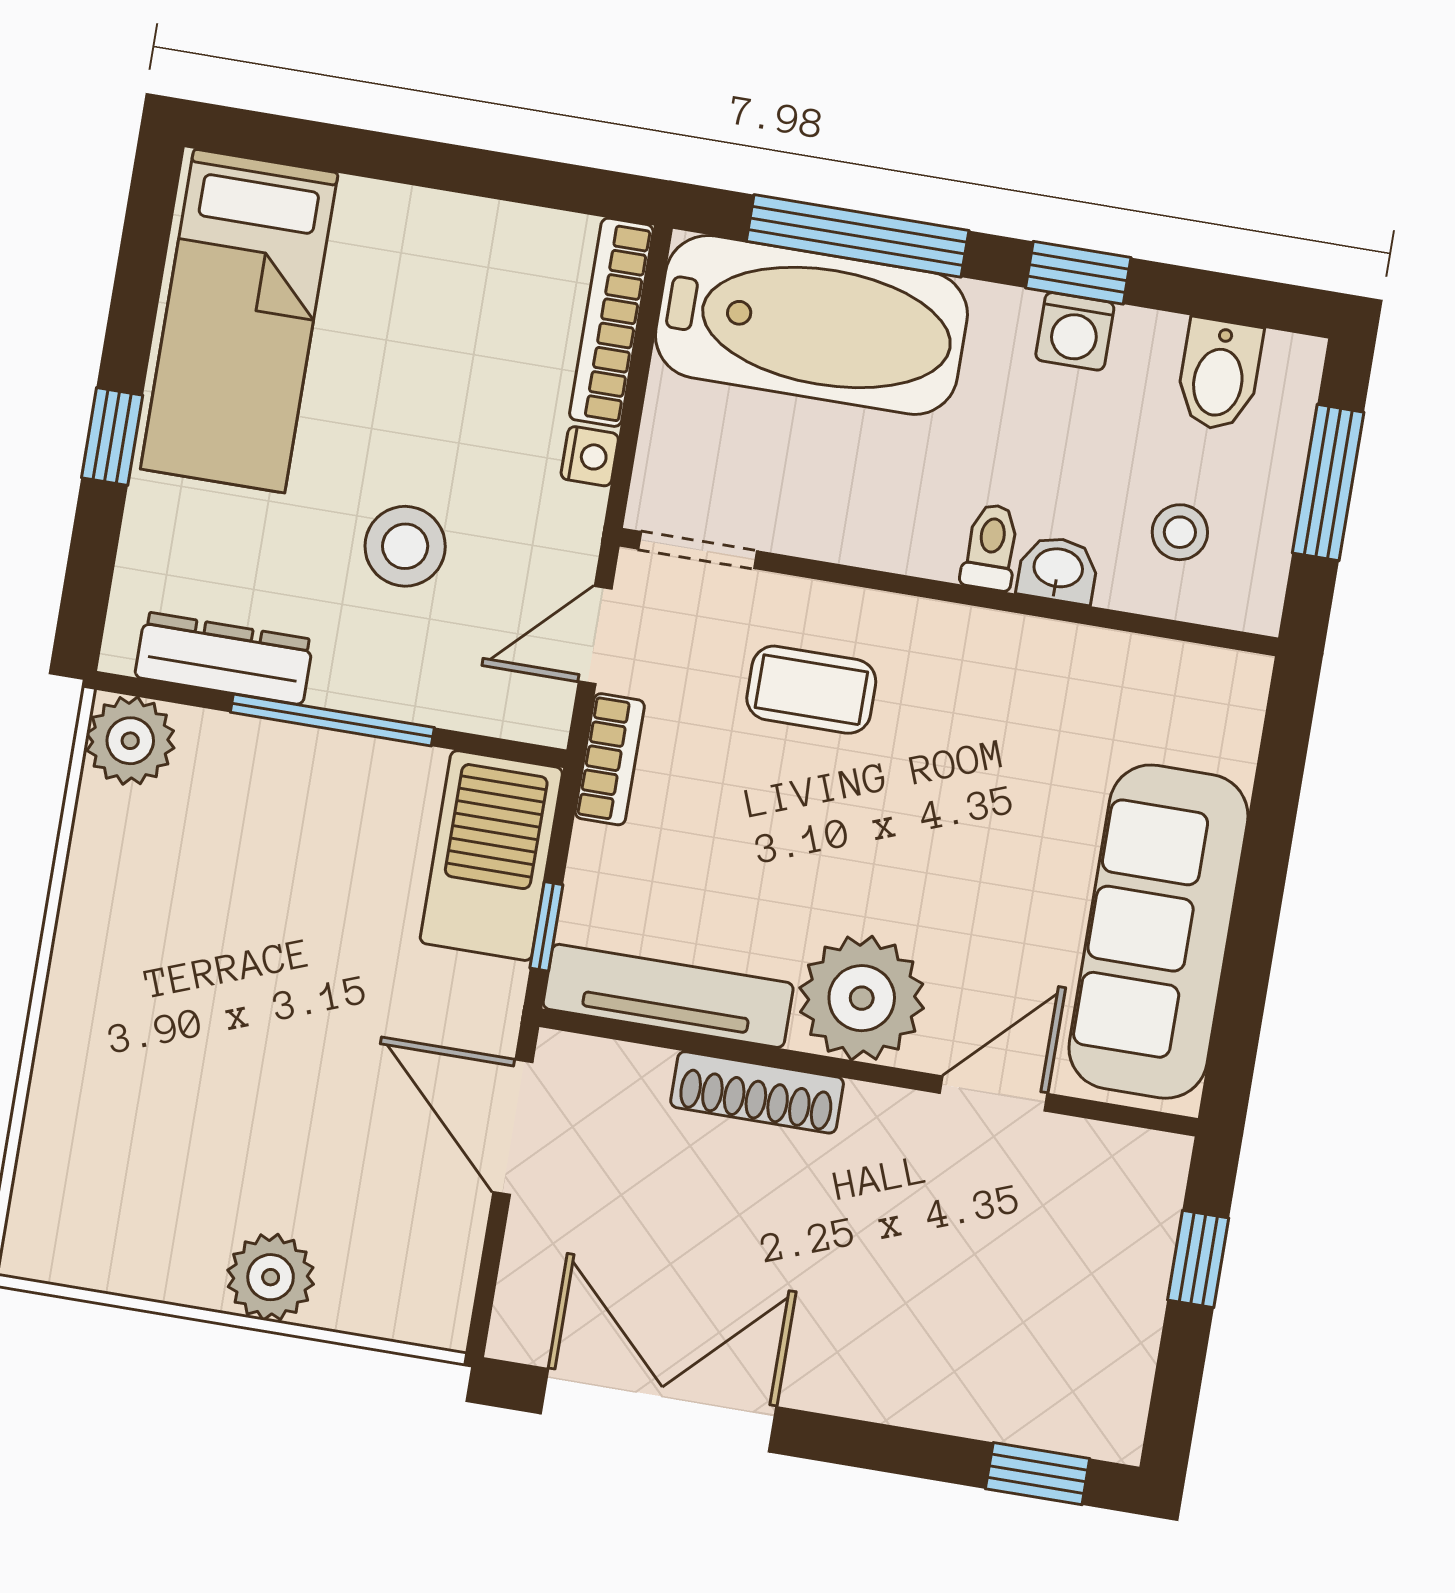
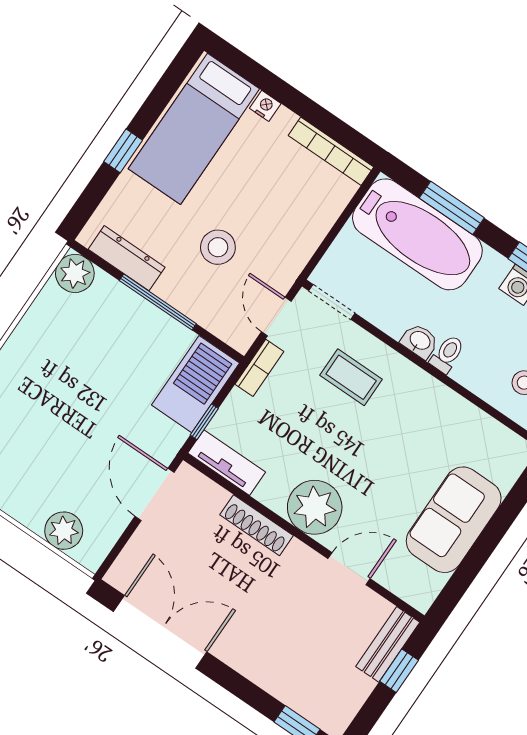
window: (858, 236) -> (452, 208), width x0.69
bookcase: (611, 322) -> (331, 151), moved, turned -90
nightstand: (590, 456) -> (265, 106), moved, turned -90
washbasin: (1058, 570) -> (420, 341), moved
door: (595, 635) -> (276, 317), hinge flipped
sofa: (1158, 932) -> (454, 520), width x0.73
tv unit: (668, 996) -> (227, 463), width x0.71
bench: (1149, 1215) -> (388, 644), added
plant: (271, 1277) -> (64, 531), moved

